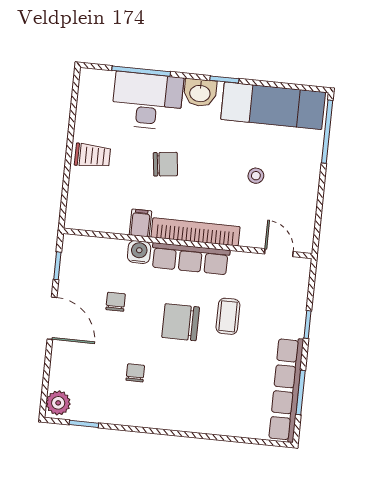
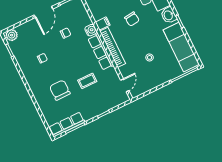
chair: (181, 322) -> (60, 90), moved
row of seats: (286, 390) -> (67, 125), width x0.73

